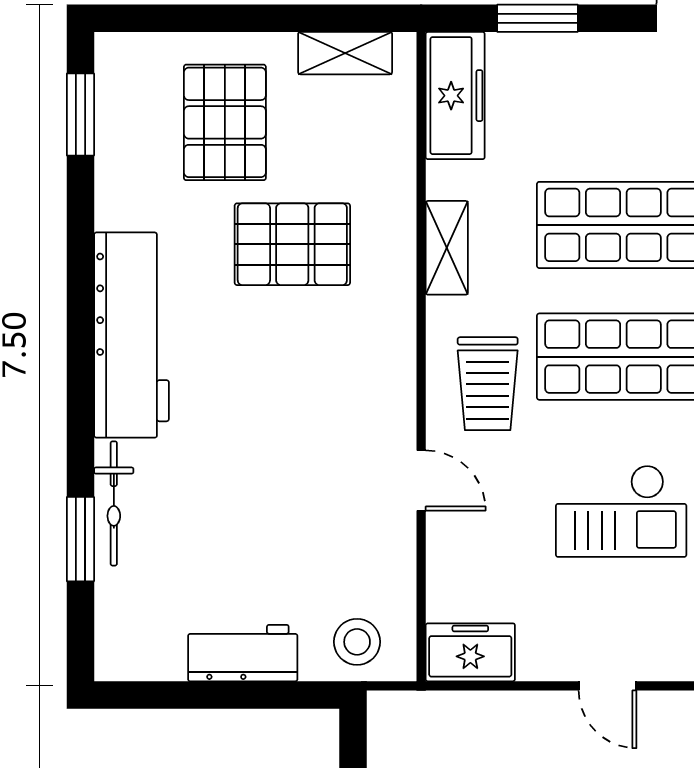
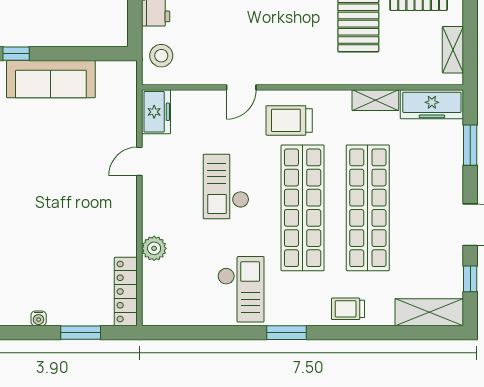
shelving: (447, 248) -> (375, 100), moved
door: (608, 686) -> (139, 161), moved

